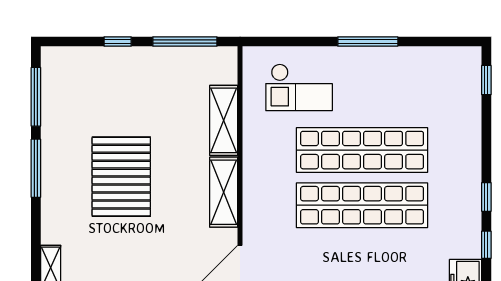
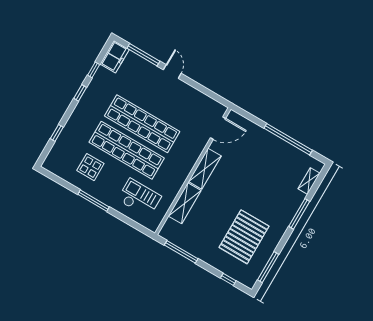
window: (118, 42) -> (228, 279), moved
window: (486, 80) -> (57, 133), moved
display table: (403, 91) -> (90, 167), added
window: (36, 168) -> (299, 214), moved
pallet: (121, 177) -> (244, 237), moved

